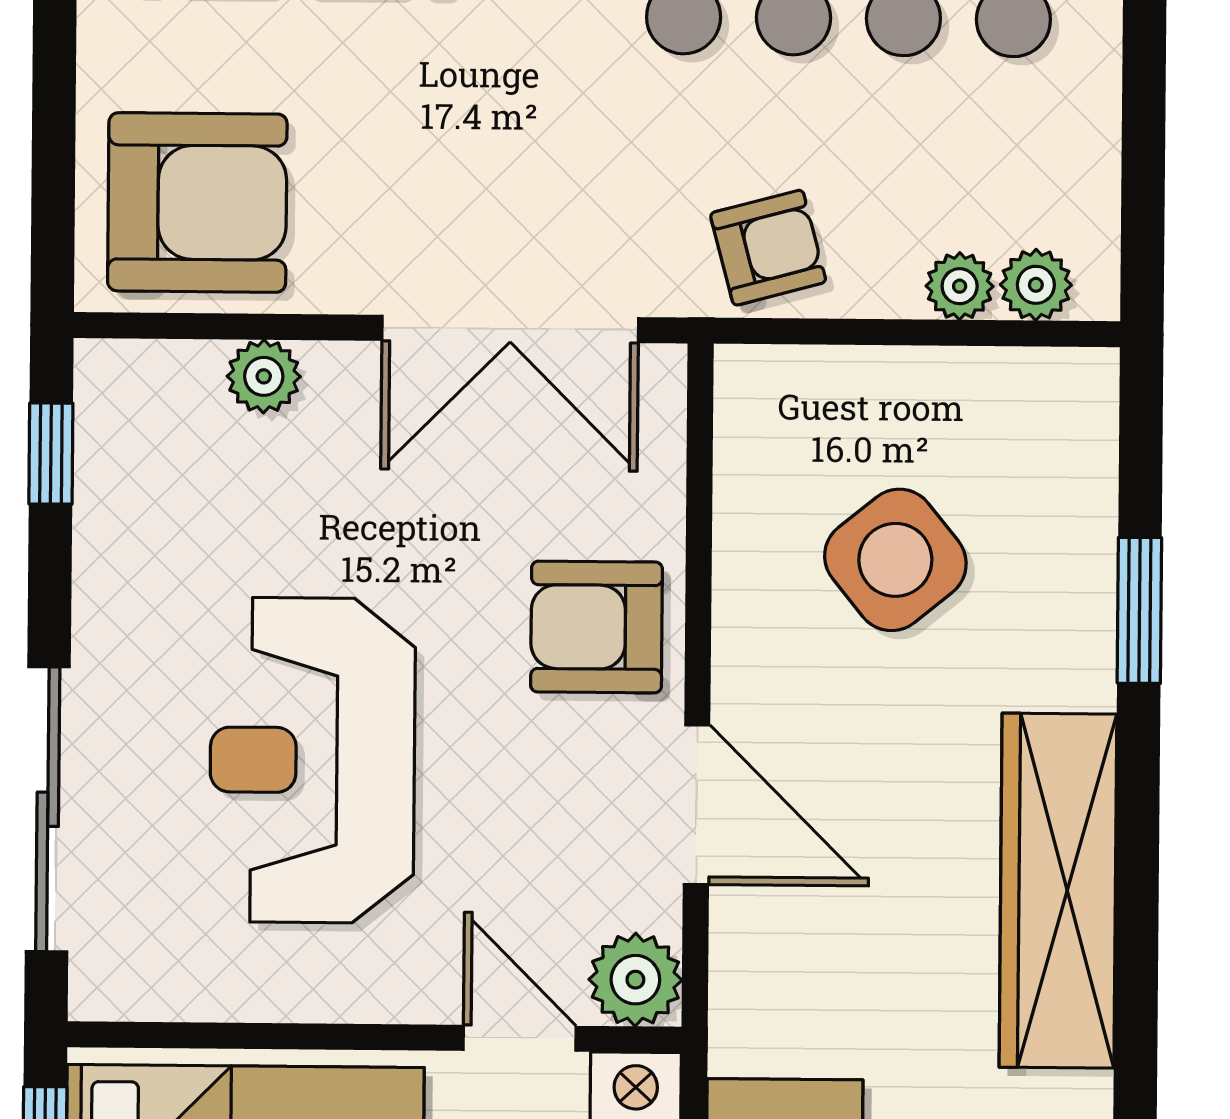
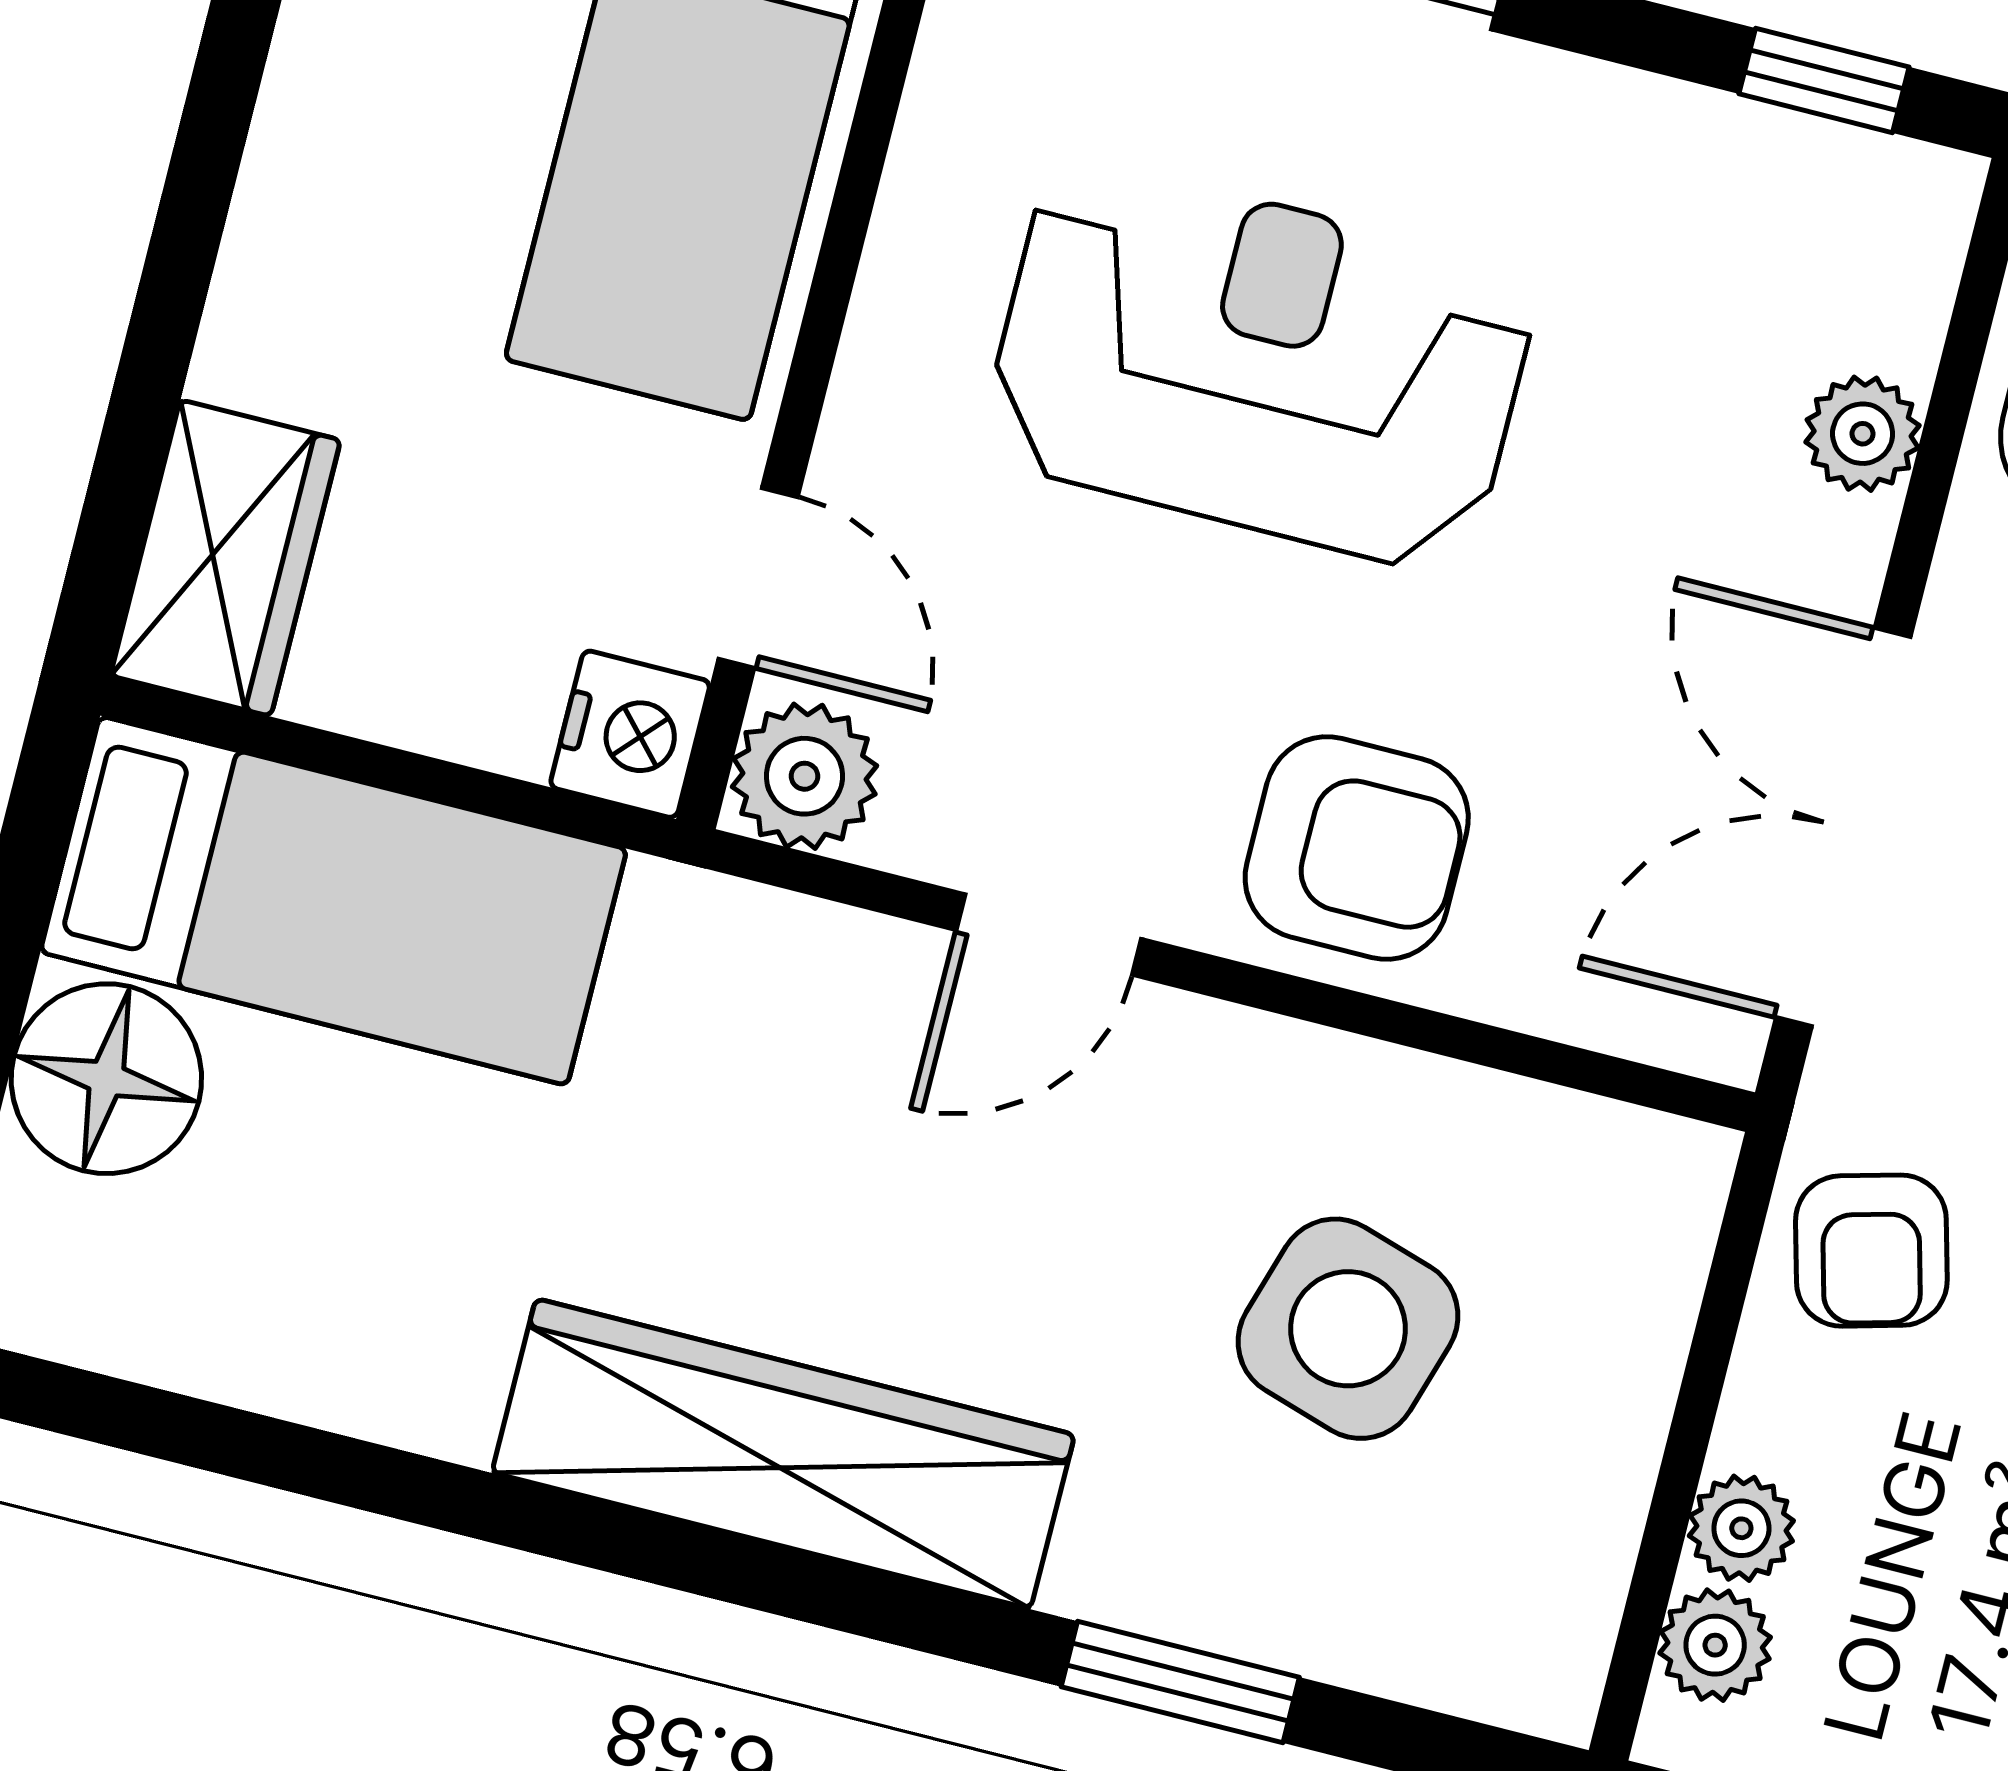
side table: (895, 560) -> (1348, 1329), turned -34
armchair: (597, 627) -> (1357, 848), turned 90
door: (697, 805) -> (1049, 934), width x0.73
door: (520, 1038) -> (758, 578), hinge flipped

